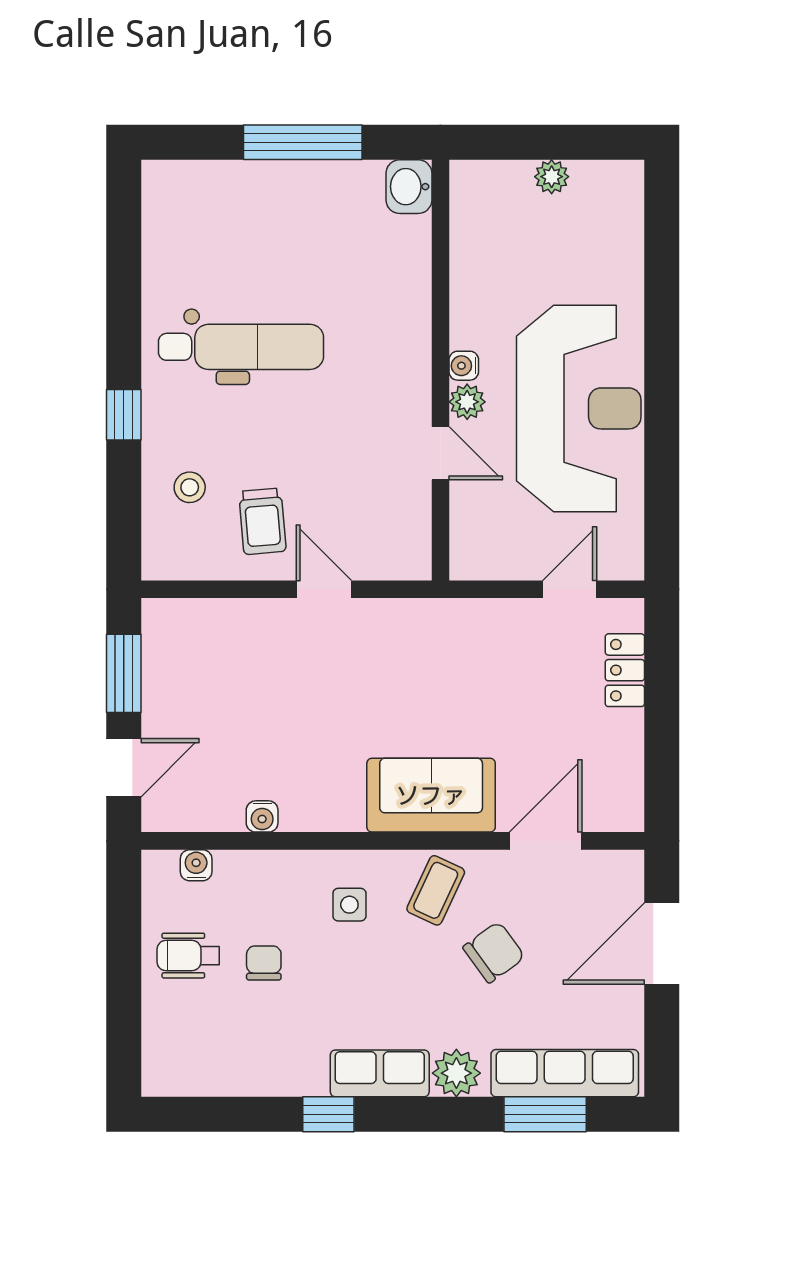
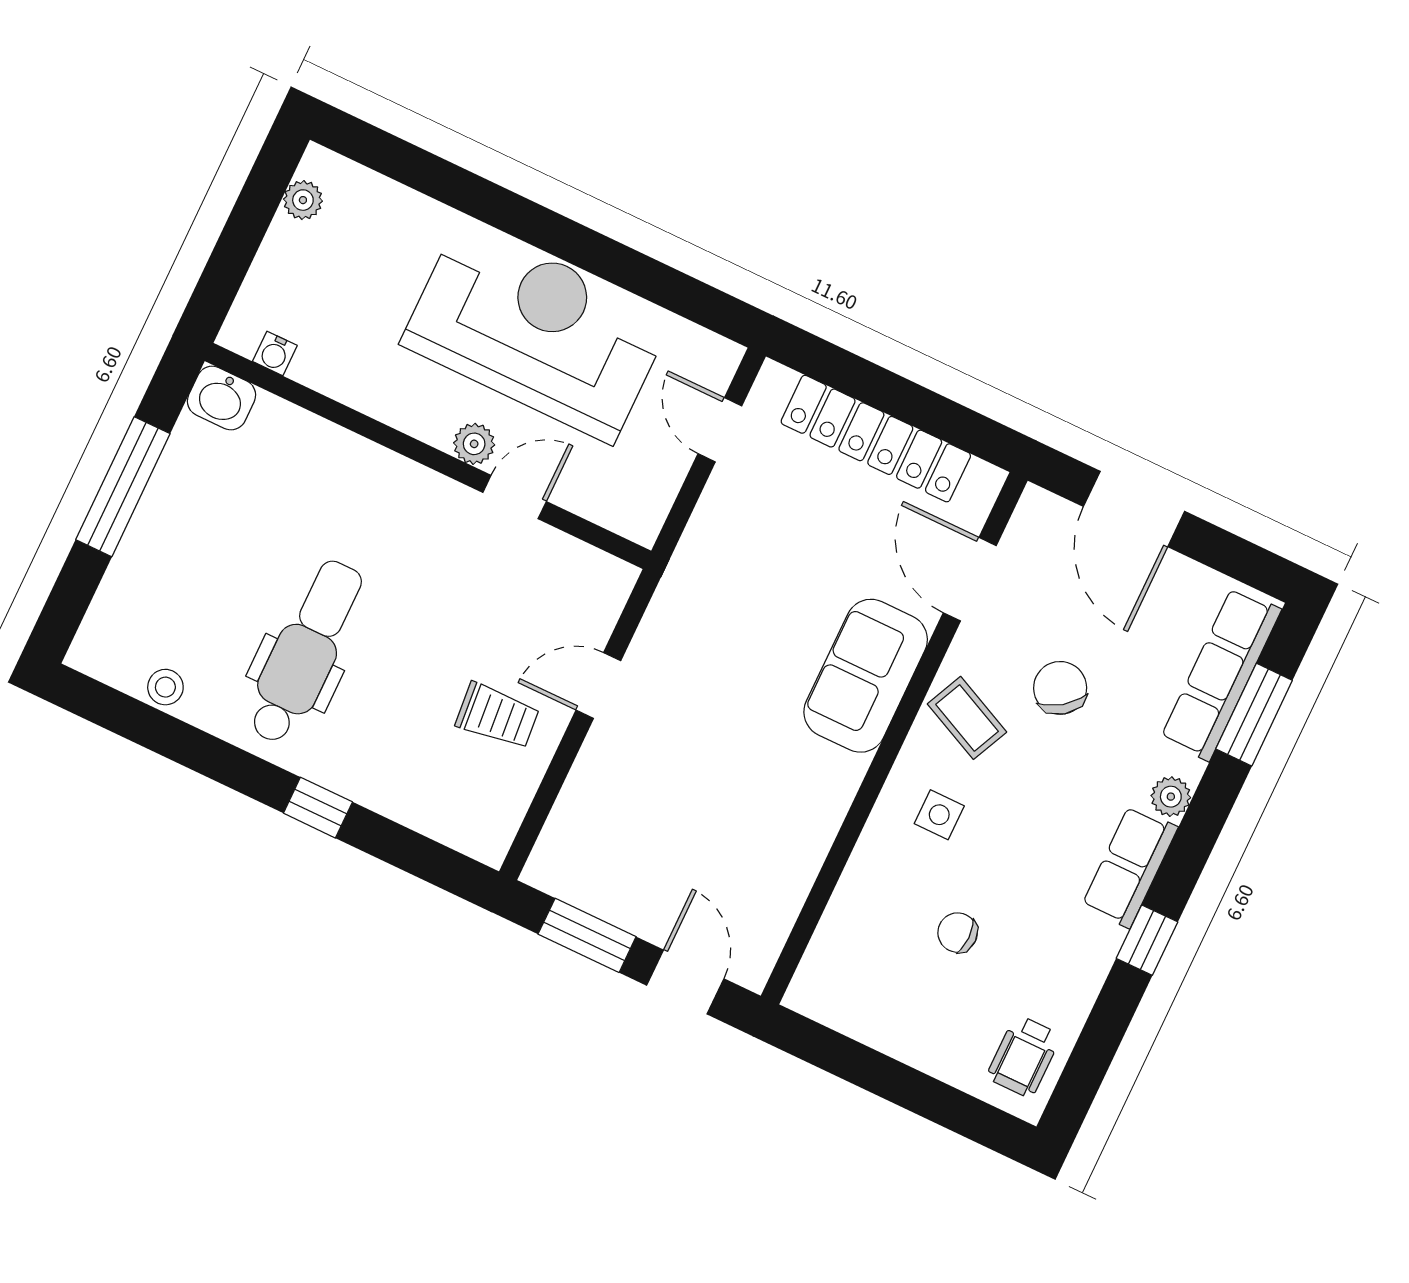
plant: (552, 177) -> (303, 200), moved
water cooler: (464, 366) -> (275, 353), moved
stool: (190, 487) -> (165, 687), moved
locker: (625, 670) -> (876, 439), width x2.16, depth x1.21
water cooler: (262, 816) -> (804, 862), removed
water cooler: (196, 865) -> (823, 955), removed
wheelchair: (188, 956) -> (1024, 1056), moved
plant: (456, 1073) -> (1171, 797), width x0.73, depth x0.73

